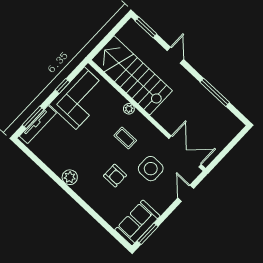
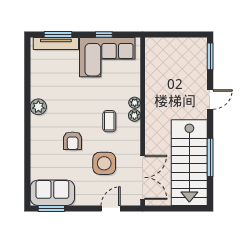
stairs: (132, 75) -> (189, 163), moved, turned 180
plant: (137, 117) -> (134, 115), added

